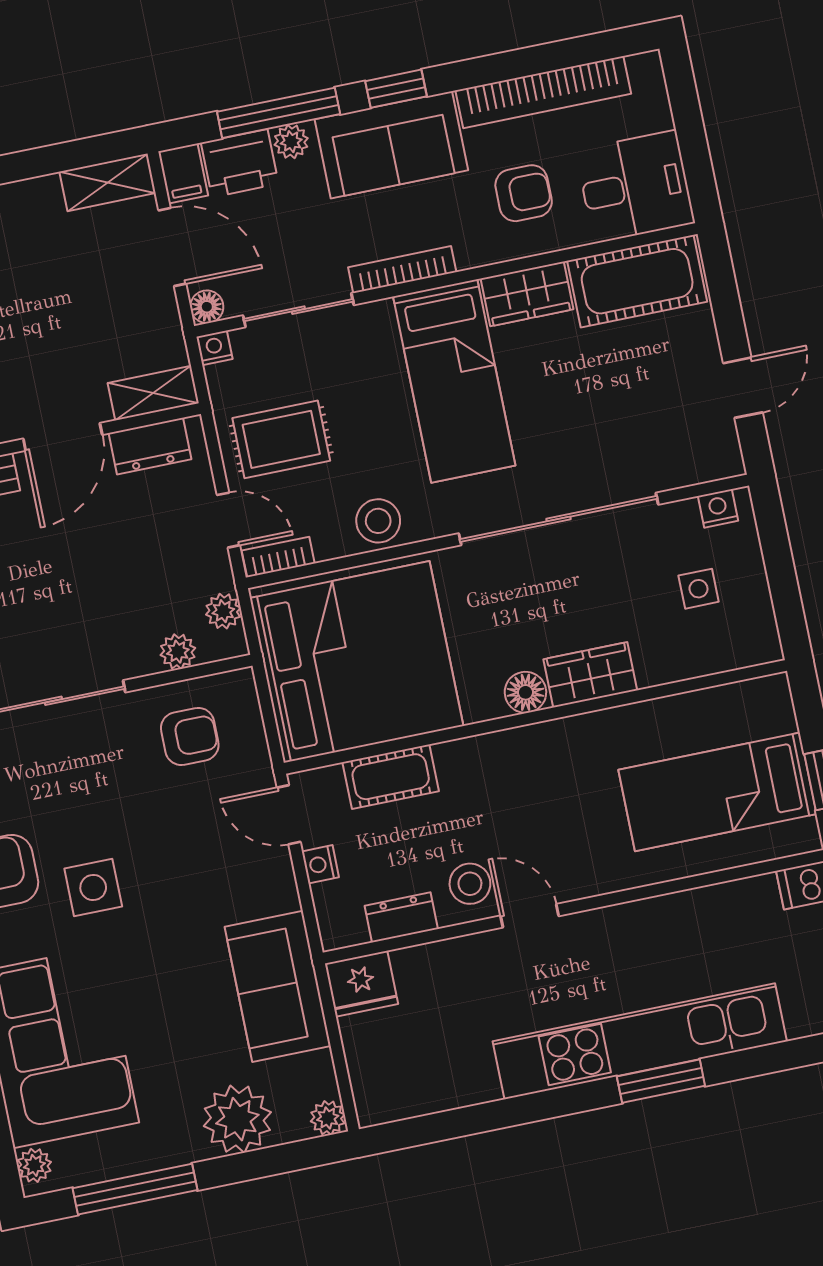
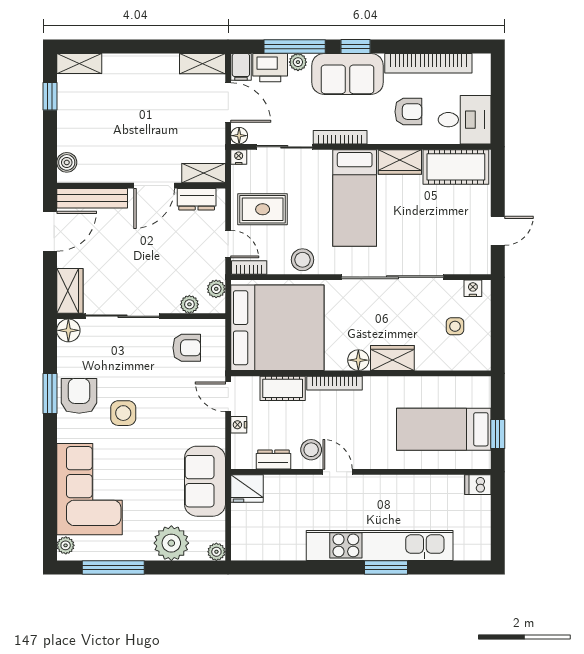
bookcase: (489, 746) -> (335, 383), added

